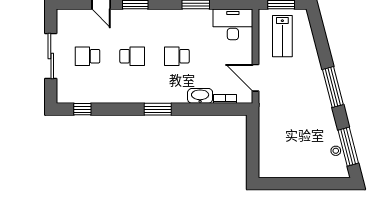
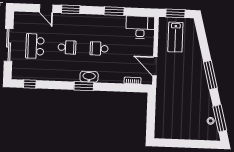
school desk: (87, 56) -> (35, 46), width x1.85
washbasin: (200, 96) -> (89, 77), moved

